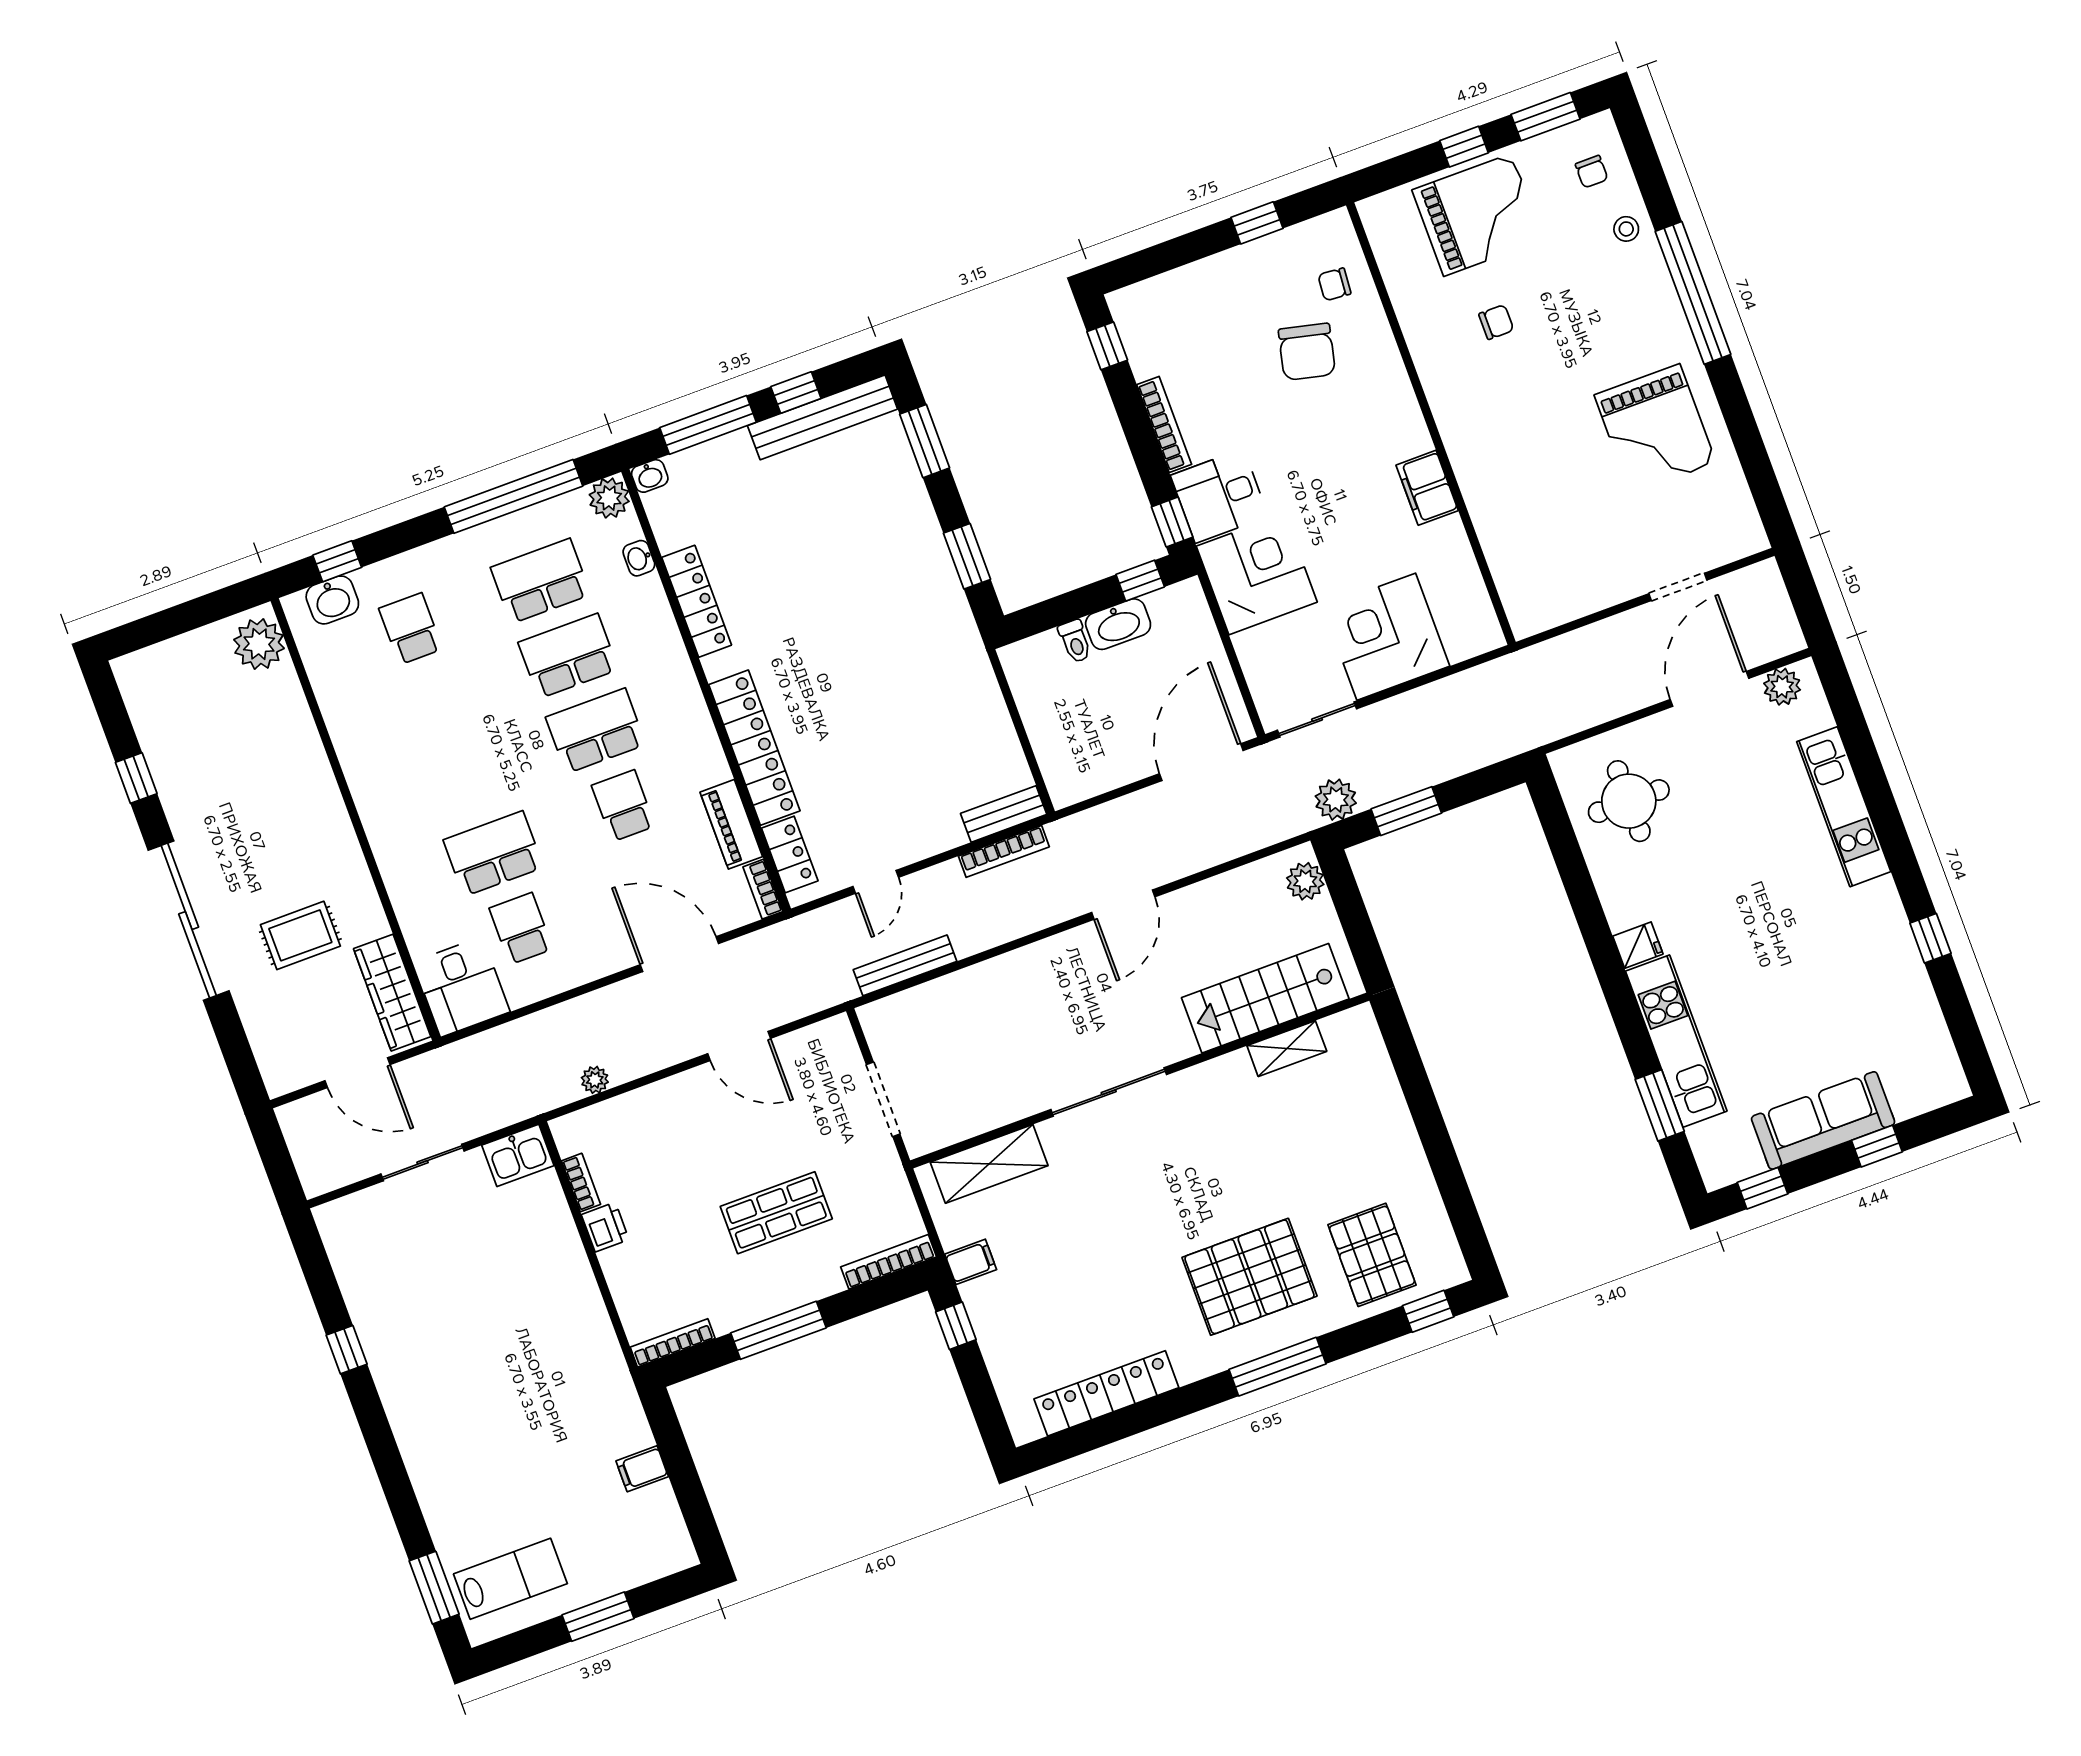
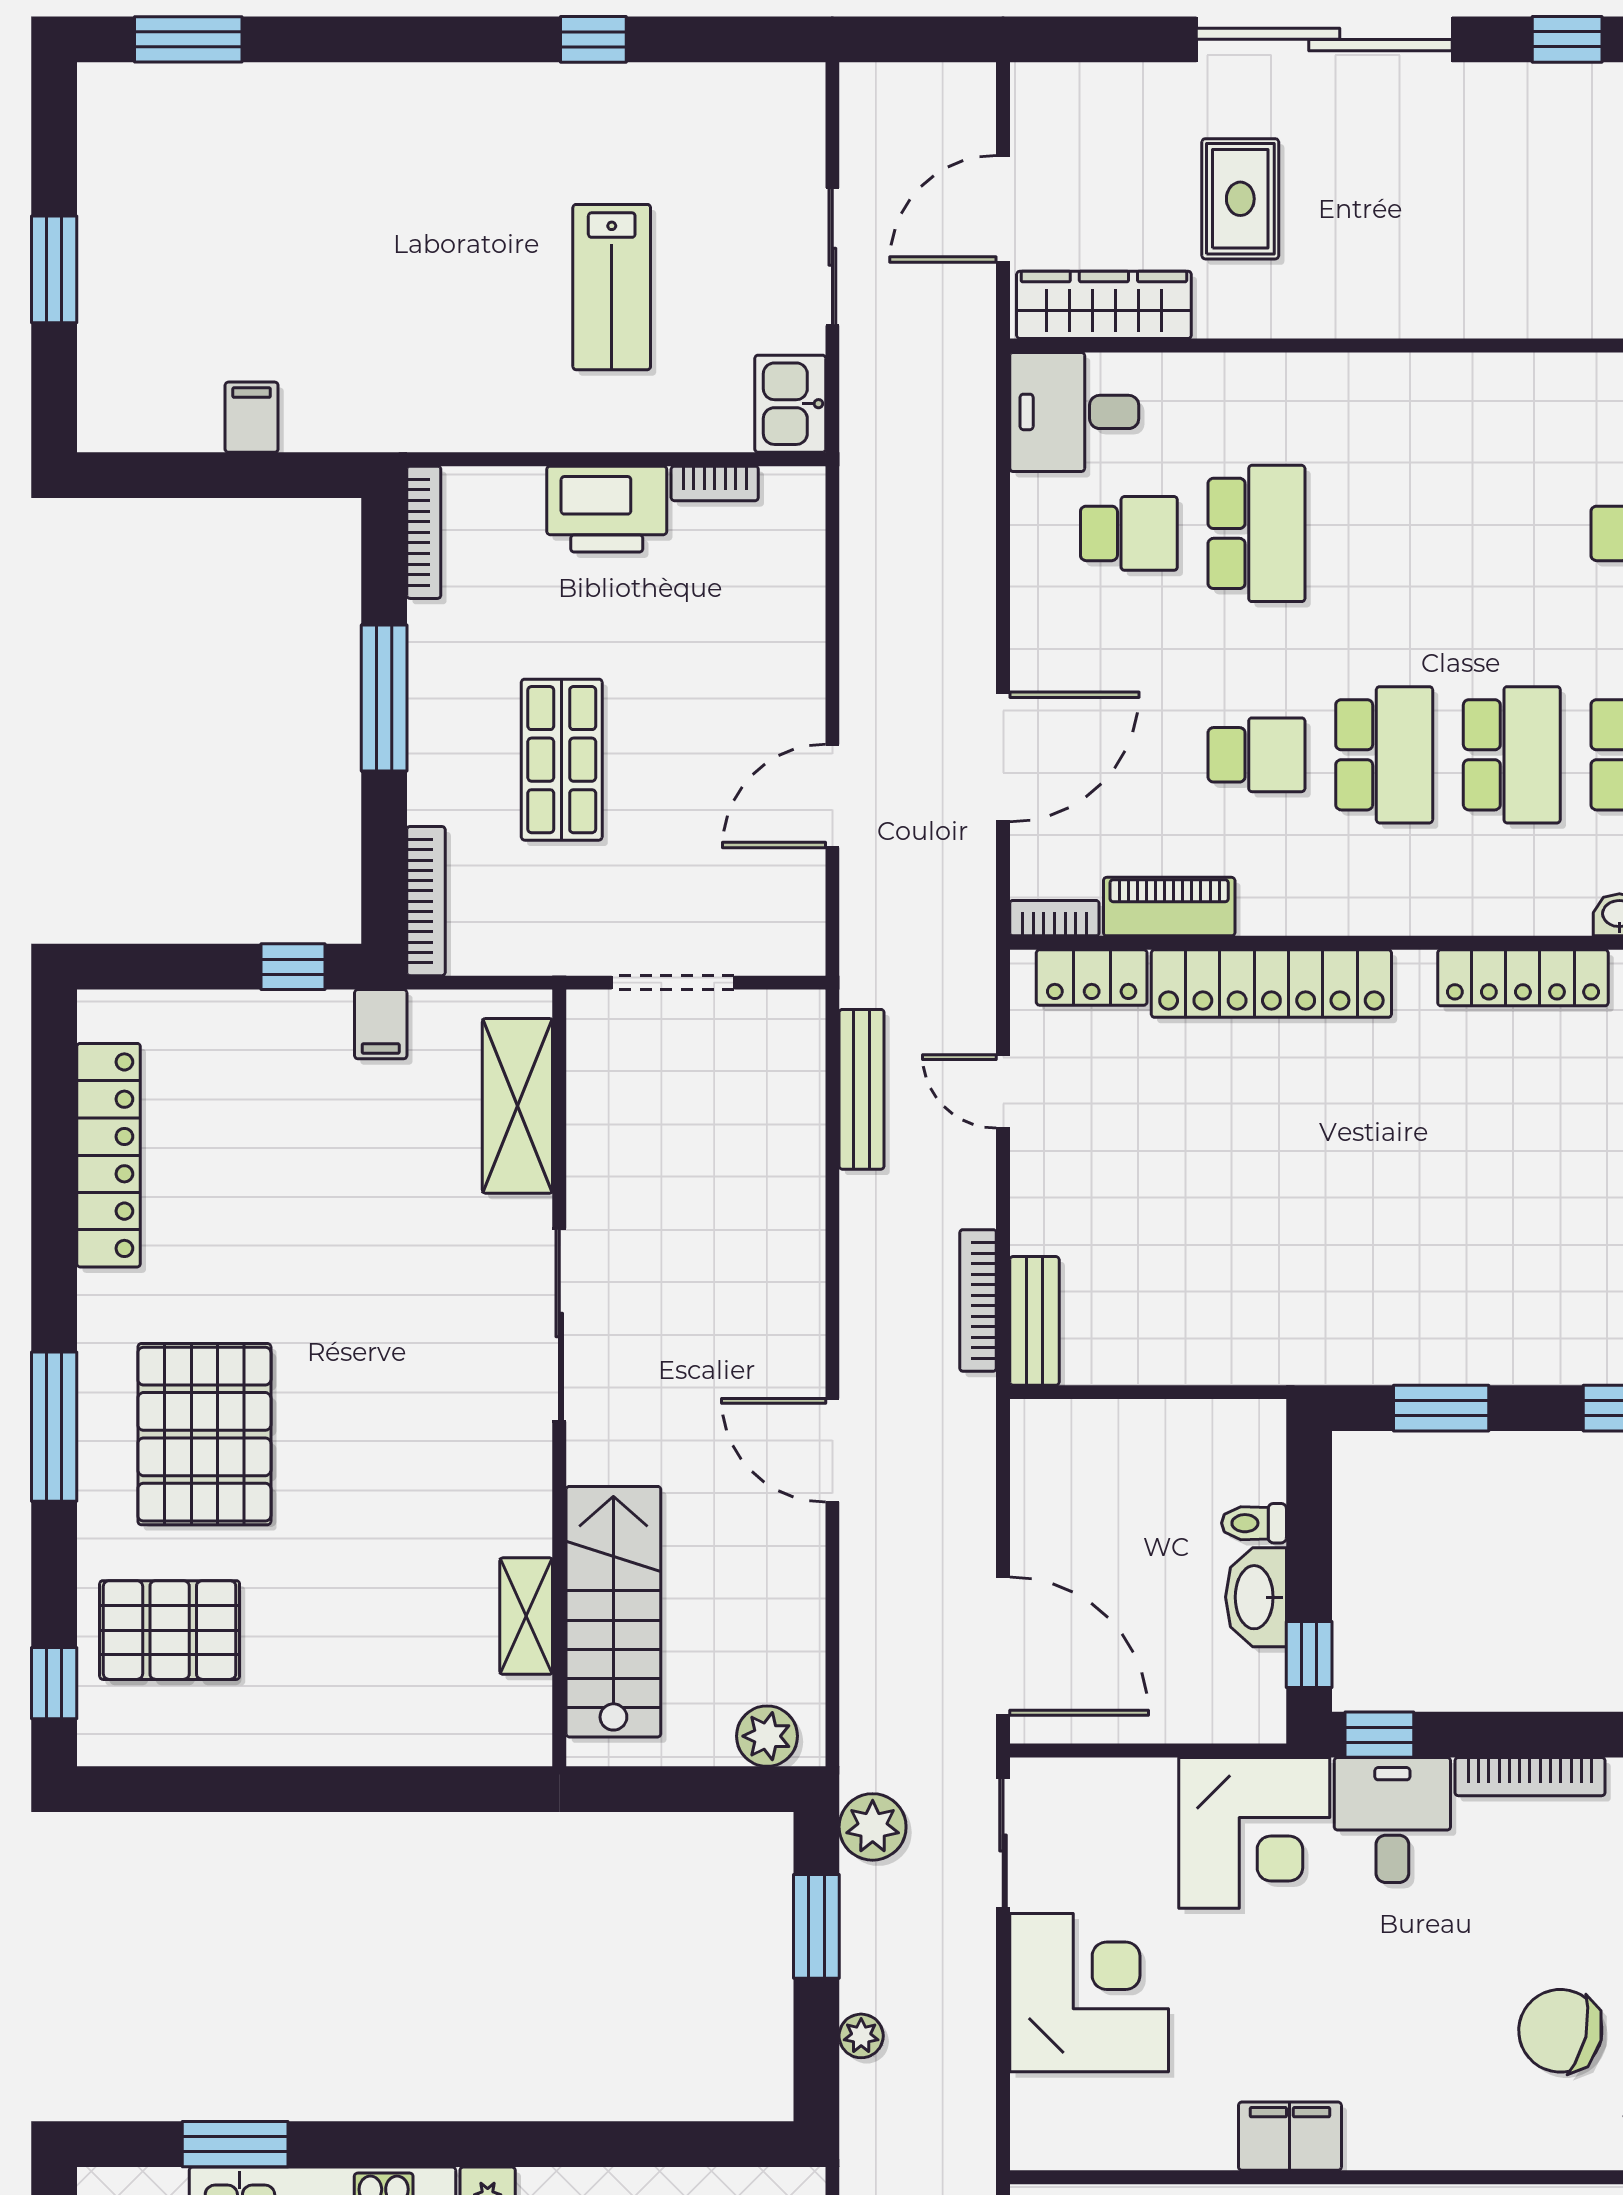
plant: (595, 1080) -> (861, 2036), moved
printer: (605, 1227) -> (607, 509), width x1.87, depth x1.48
lab bench: (510, 1579) -> (612, 287), moved

